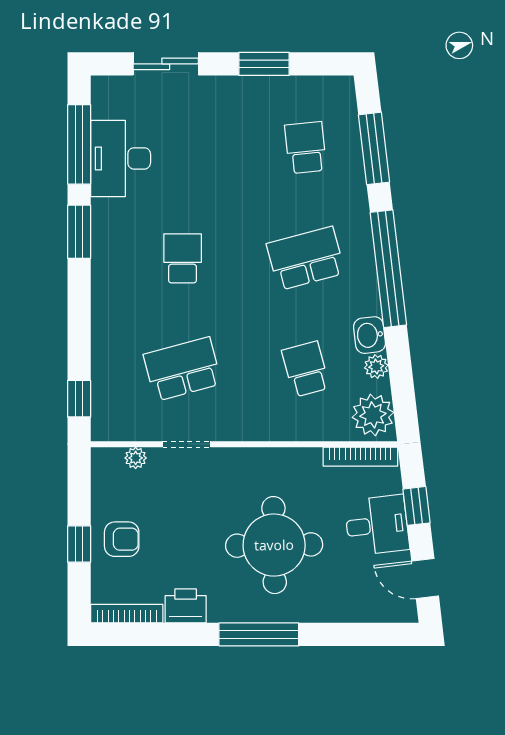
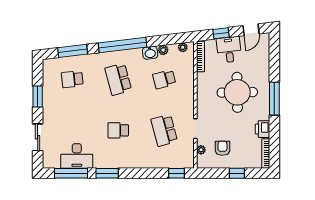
plant: (373, 415) -> (183, 47), width x0.53, depth x0.53
armchair: (122, 539) -> (222, 148), moved

